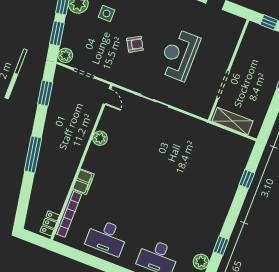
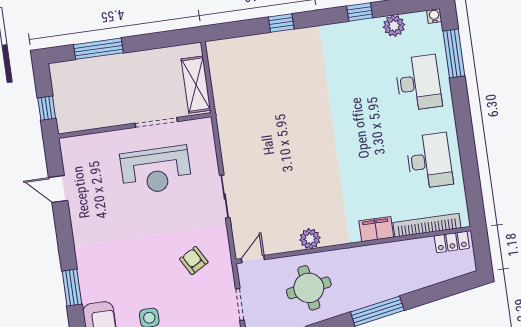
armchair: (135, 44) -> (194, 261), moved
reception desk: (179, 55) -> (156, 170), moved
round table: (70, 121) -> (309, 288), added
window: (247, 179) -> (281, 23), moved

